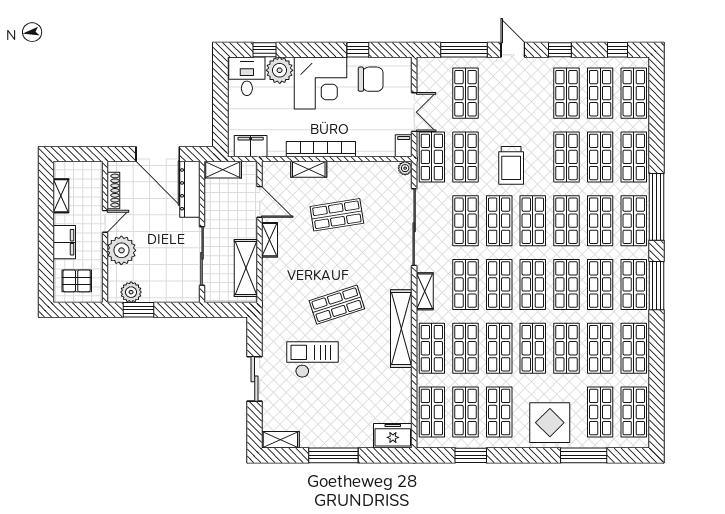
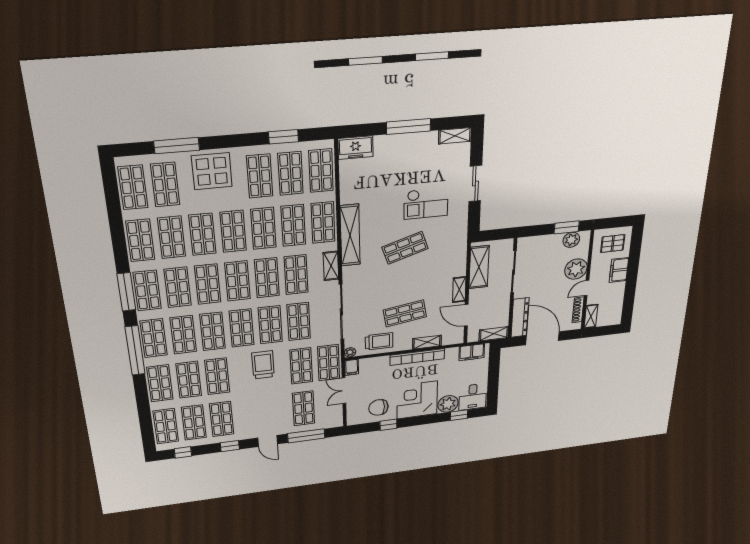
trolley: (369, 179) -> (379, 341), added
shelving: (61, 196) -> (591, 316), moved

